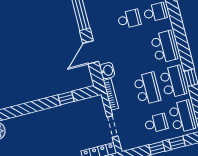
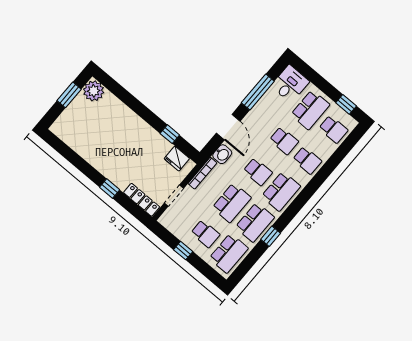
door: (91, 52) -> (228, 127), swing flipped
school desk: (138, 54) -> (258, 172), added
fridge: (87, 106) -> (177, 159), added
window: (177, 143) -> (201, 266), removed

